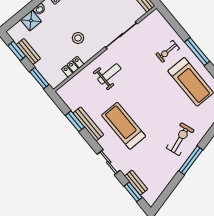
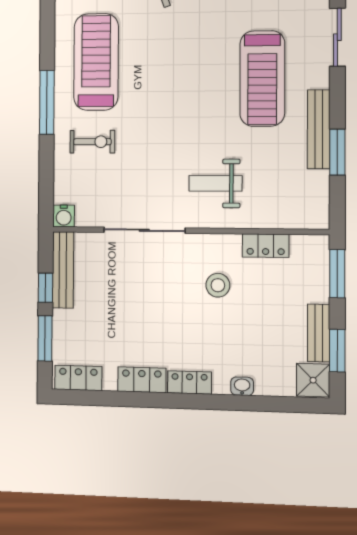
water cooler: (156, 15) -> (64, 216), added
shower: (31, 21) -> (313, 380), moved

